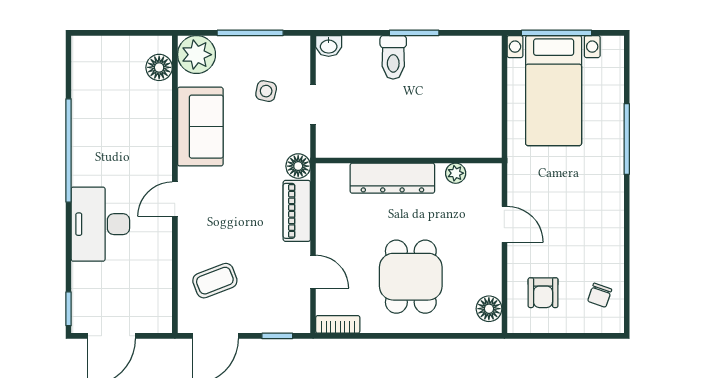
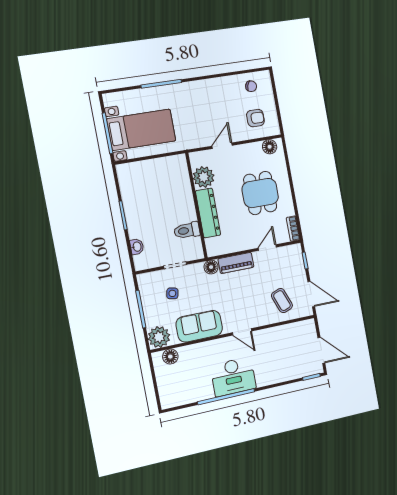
washbasin: (329, 46) -> (137, 247), moved
toilet: (393, 57) -> (187, 230), moved, turned 180
plant: (456, 173) -> (204, 177), width x1.87, depth x1.87
desk: (100, 224) -> (233, 377), moved
dining table: (411, 277) -> (260, 193), turned 90

